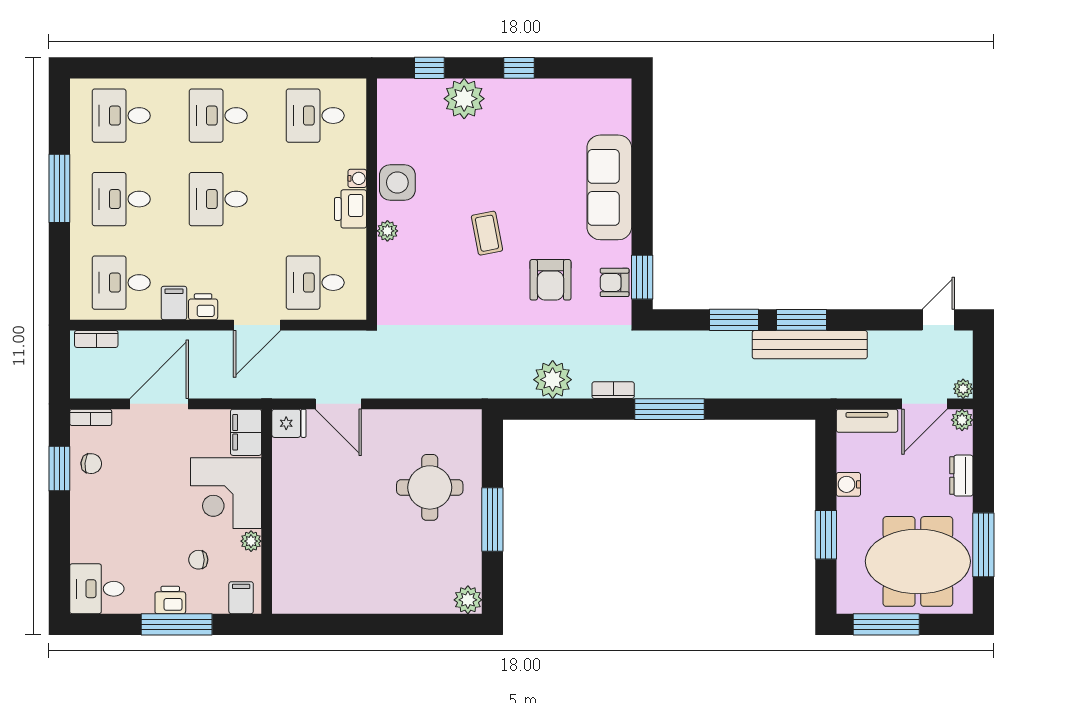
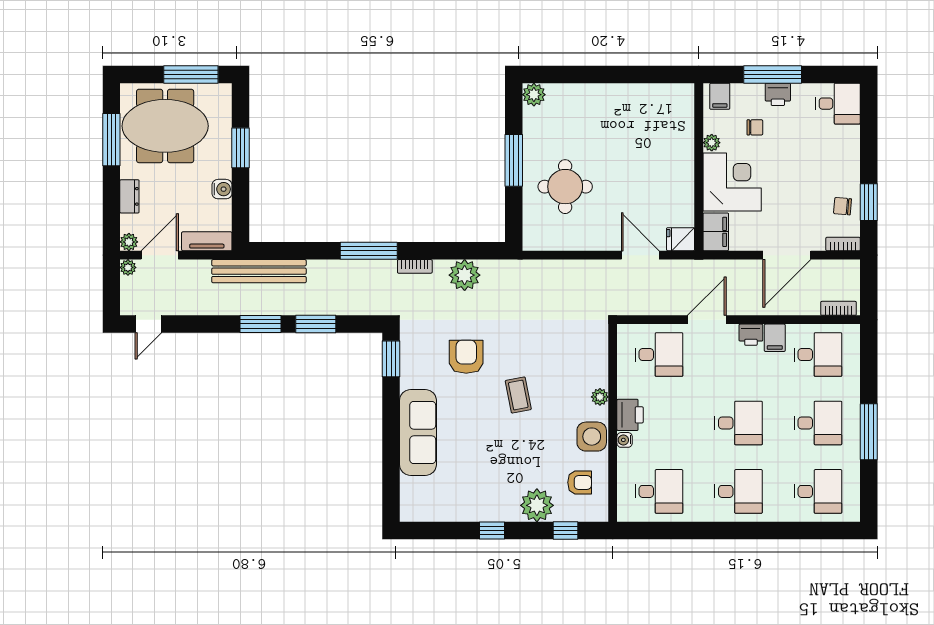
armchair: (615, 282) -> (580, 482), moved
bench: (810, 345) -> (259, 271), moved

